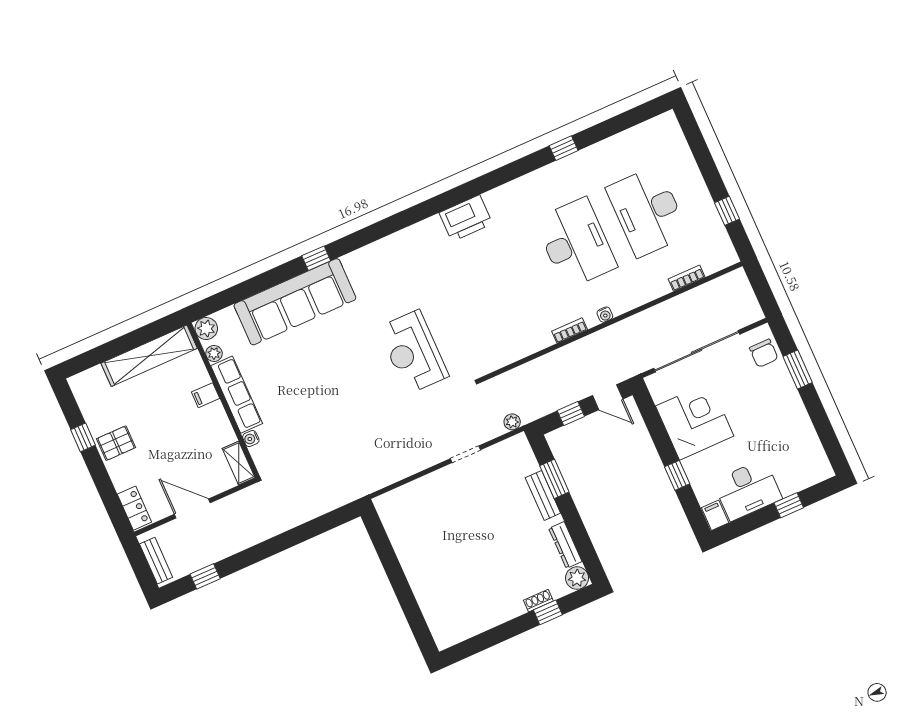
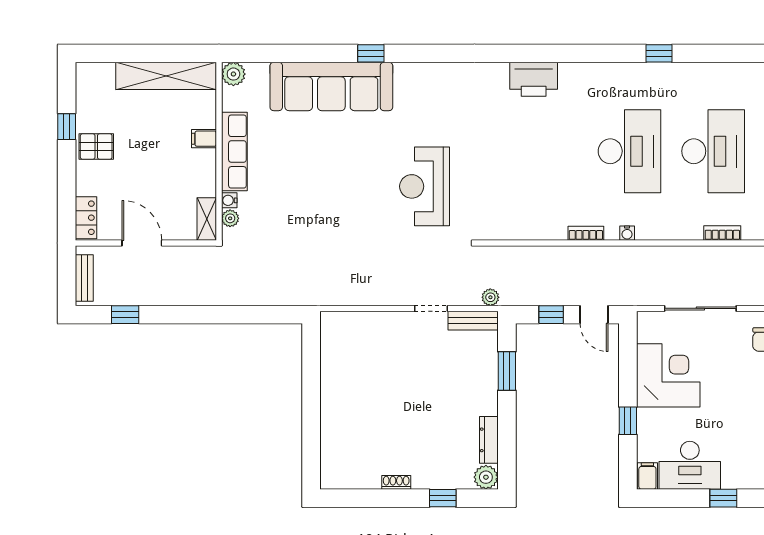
desk: (647, 211) -> (713, 151), turned 180
sliding door: (697, 351) -> (700, 308), width x0.73
plant: (214, 353) -> (230, 218), moved
bench: (543, 495) -> (473, 321), moved, turned 90
shoe rack: (538, 601) -> (396, 482), moved

